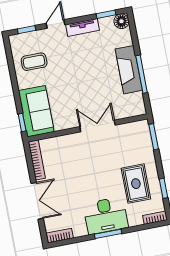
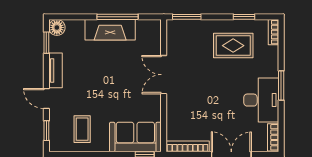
desk: (106, 216) -> (261, 100), moved

